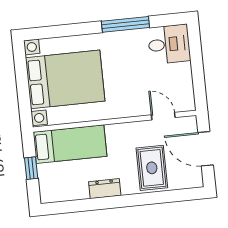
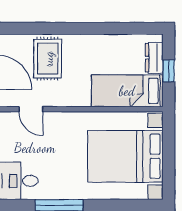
dresser: (105, 189) -> (154, 58), moved, turned 90

